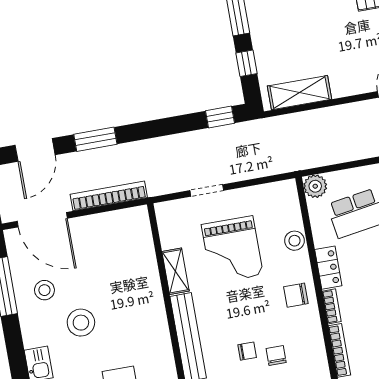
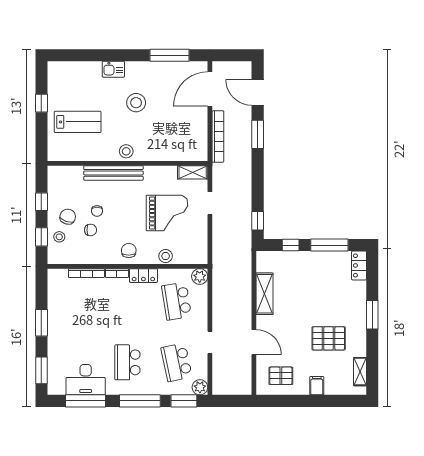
shelving: (299, 93) -> (264, 294), moved
grand piano: (232, 250) -> (167, 213), turned 180
shelving: (175, 271) -> (193, 172), moved
stool: (44, 290) -> (126, 151), moved

